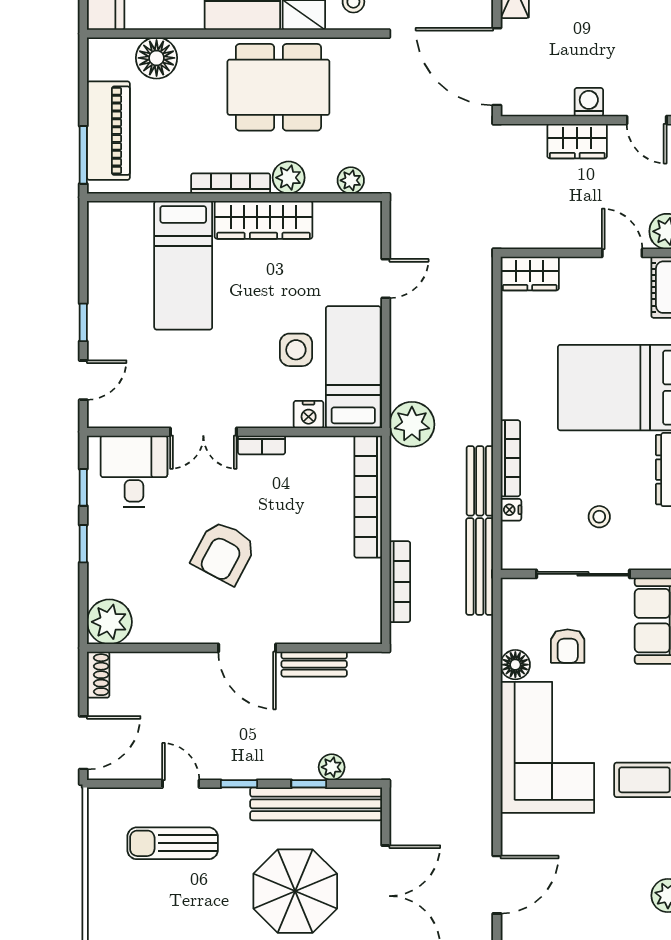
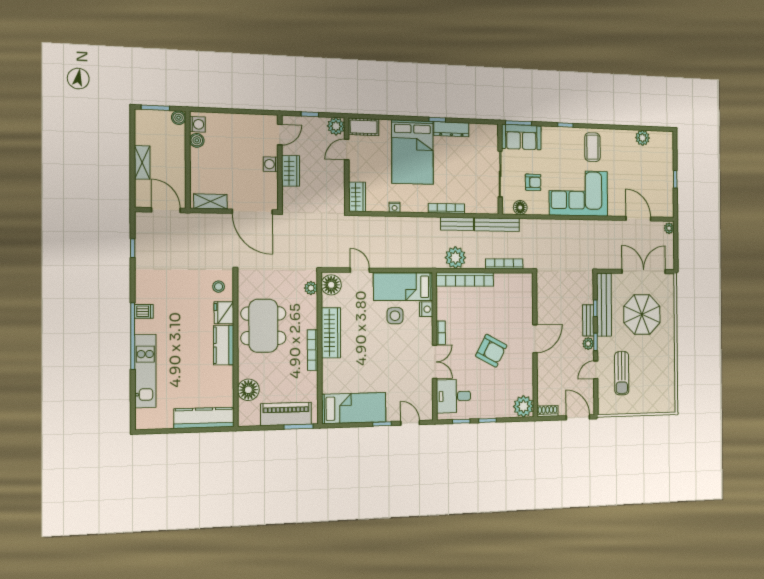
door: (497, 67) -> (252, 212), hinge flipped
plant: (289, 178) -> (310, 320), removed
floor lamp: (357, 221) -> (331, 285), added
bed: (183, 265) -> (354, 408), moved
plant: (412, 424) -> (455, 258), moved
nightstand: (511, 510) -> (395, 207), moved
stool: (599, 517) -> (474, 165), removed
bench: (314, 664) -> (588, 320), moved
floor lamp: (515, 665) -> (520, 208), moved
plant: (332, 767) -> (588, 344), moved

